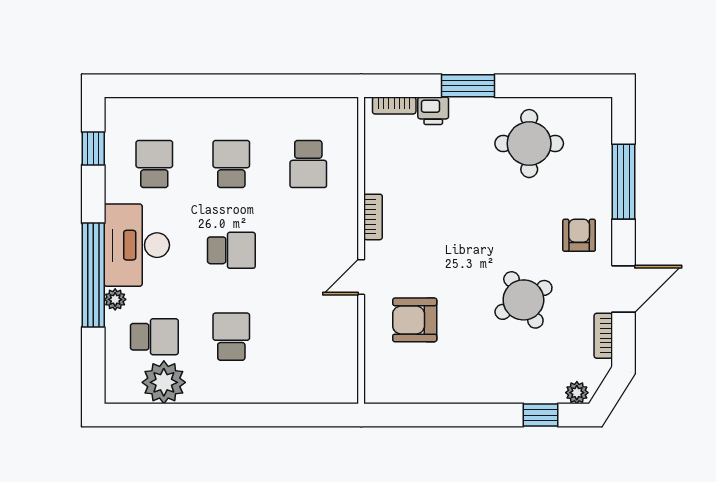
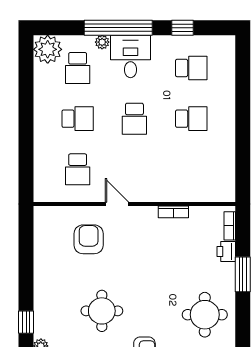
window: (93, 148) -> (183, 28), moved
school desk: (308, 164) -> (78, 169), moved, turned -90
bookcase: (373, 217) -> (173, 212), moved
desk: (137, 245) -> (130, 56), width x0.73
round table: (523, 300) -> (102, 311), turned 30
plant: (164, 382) -> (48, 49), moved

